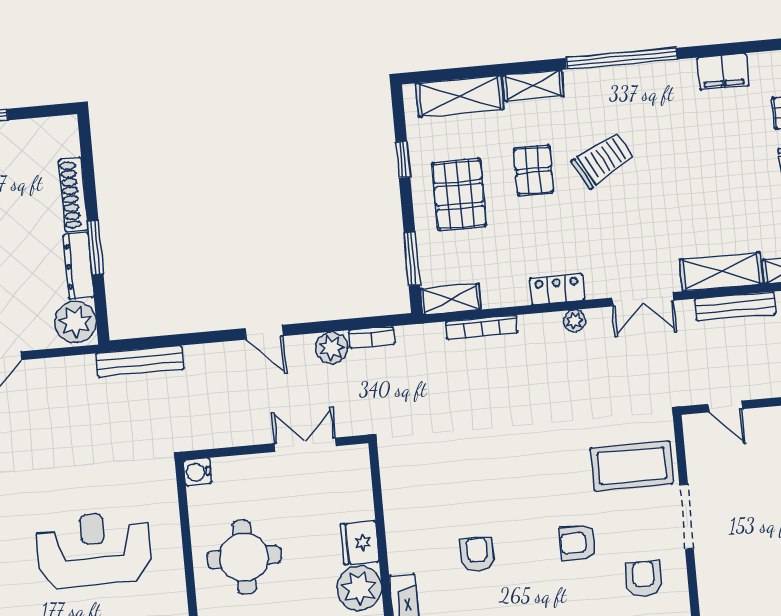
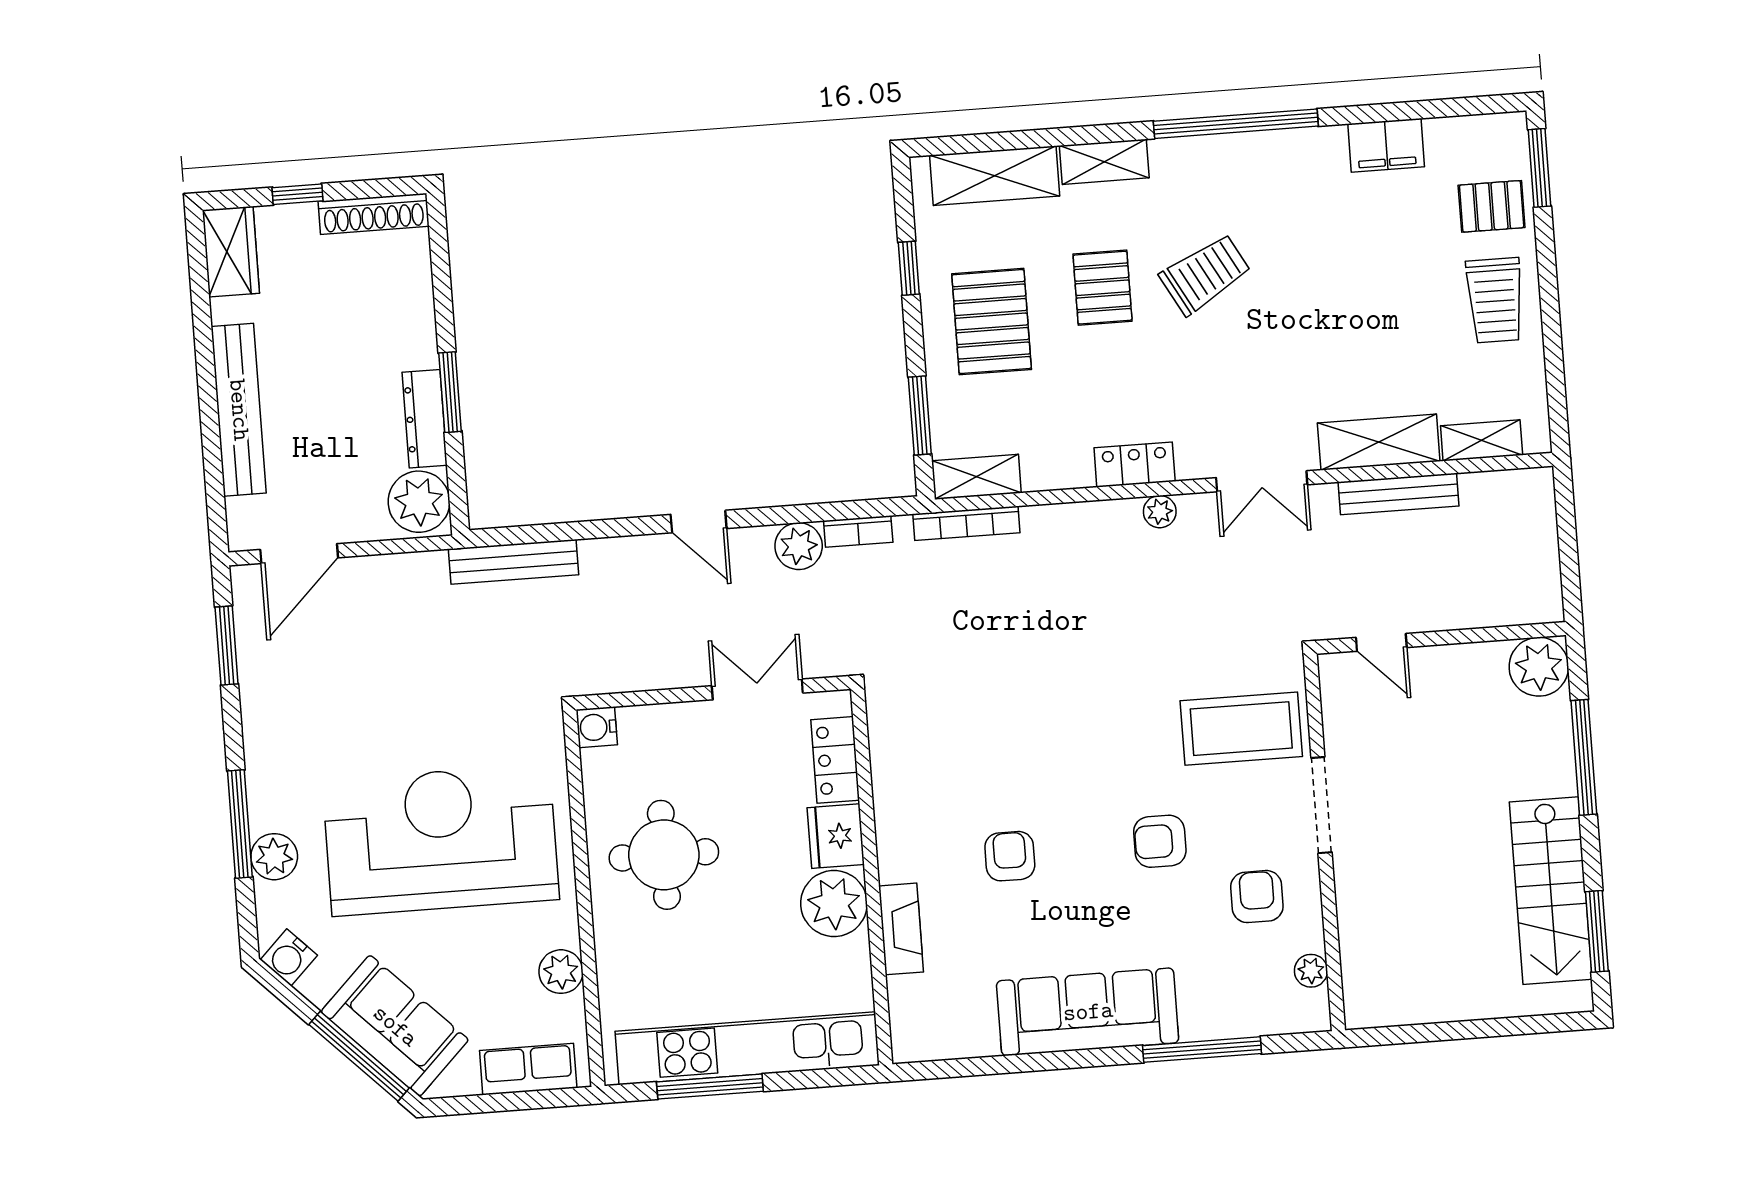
shoe rack: (73, 195) -> (374, 214), moved, turned -90
bookcase: (482, 327) -> (966, 523), moved
locker: (358, 491) -> (835, 760), added
reception desk: (94, 549) -> (441, 840), width x1.36, depth x1.30

